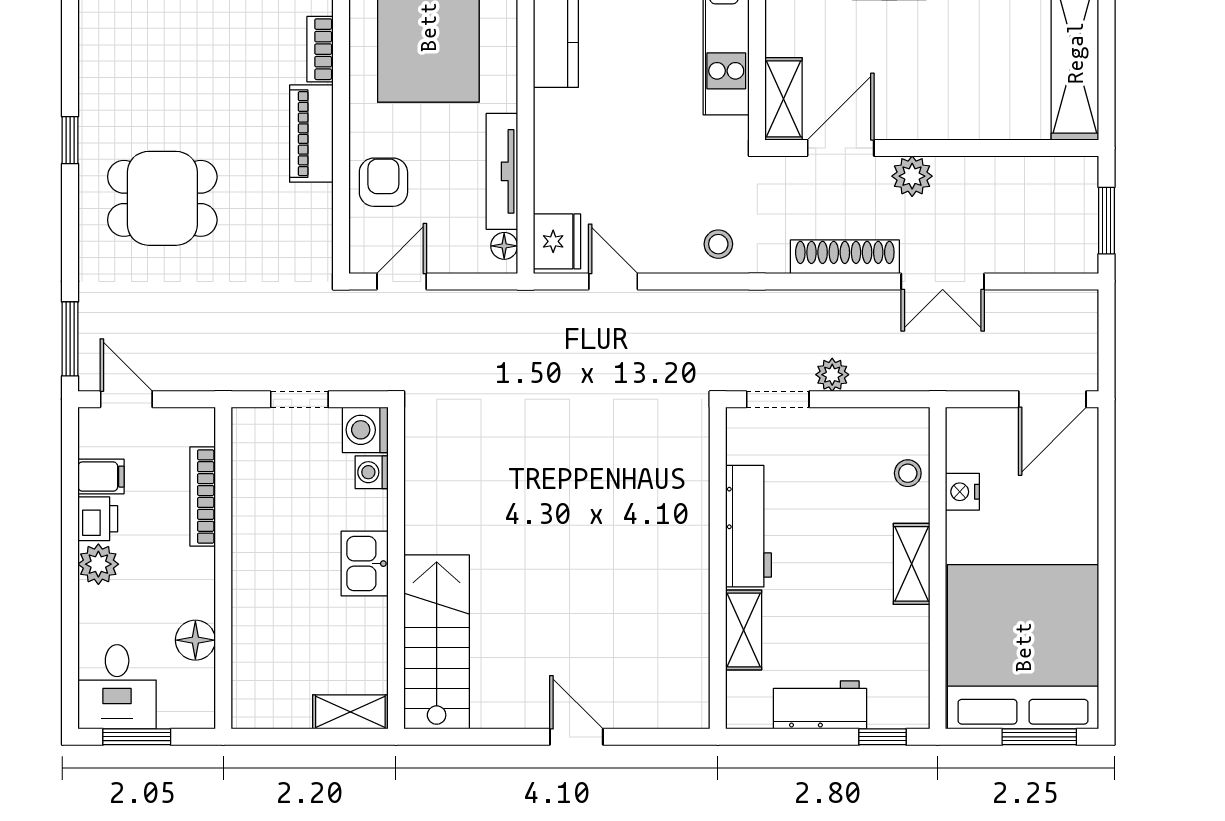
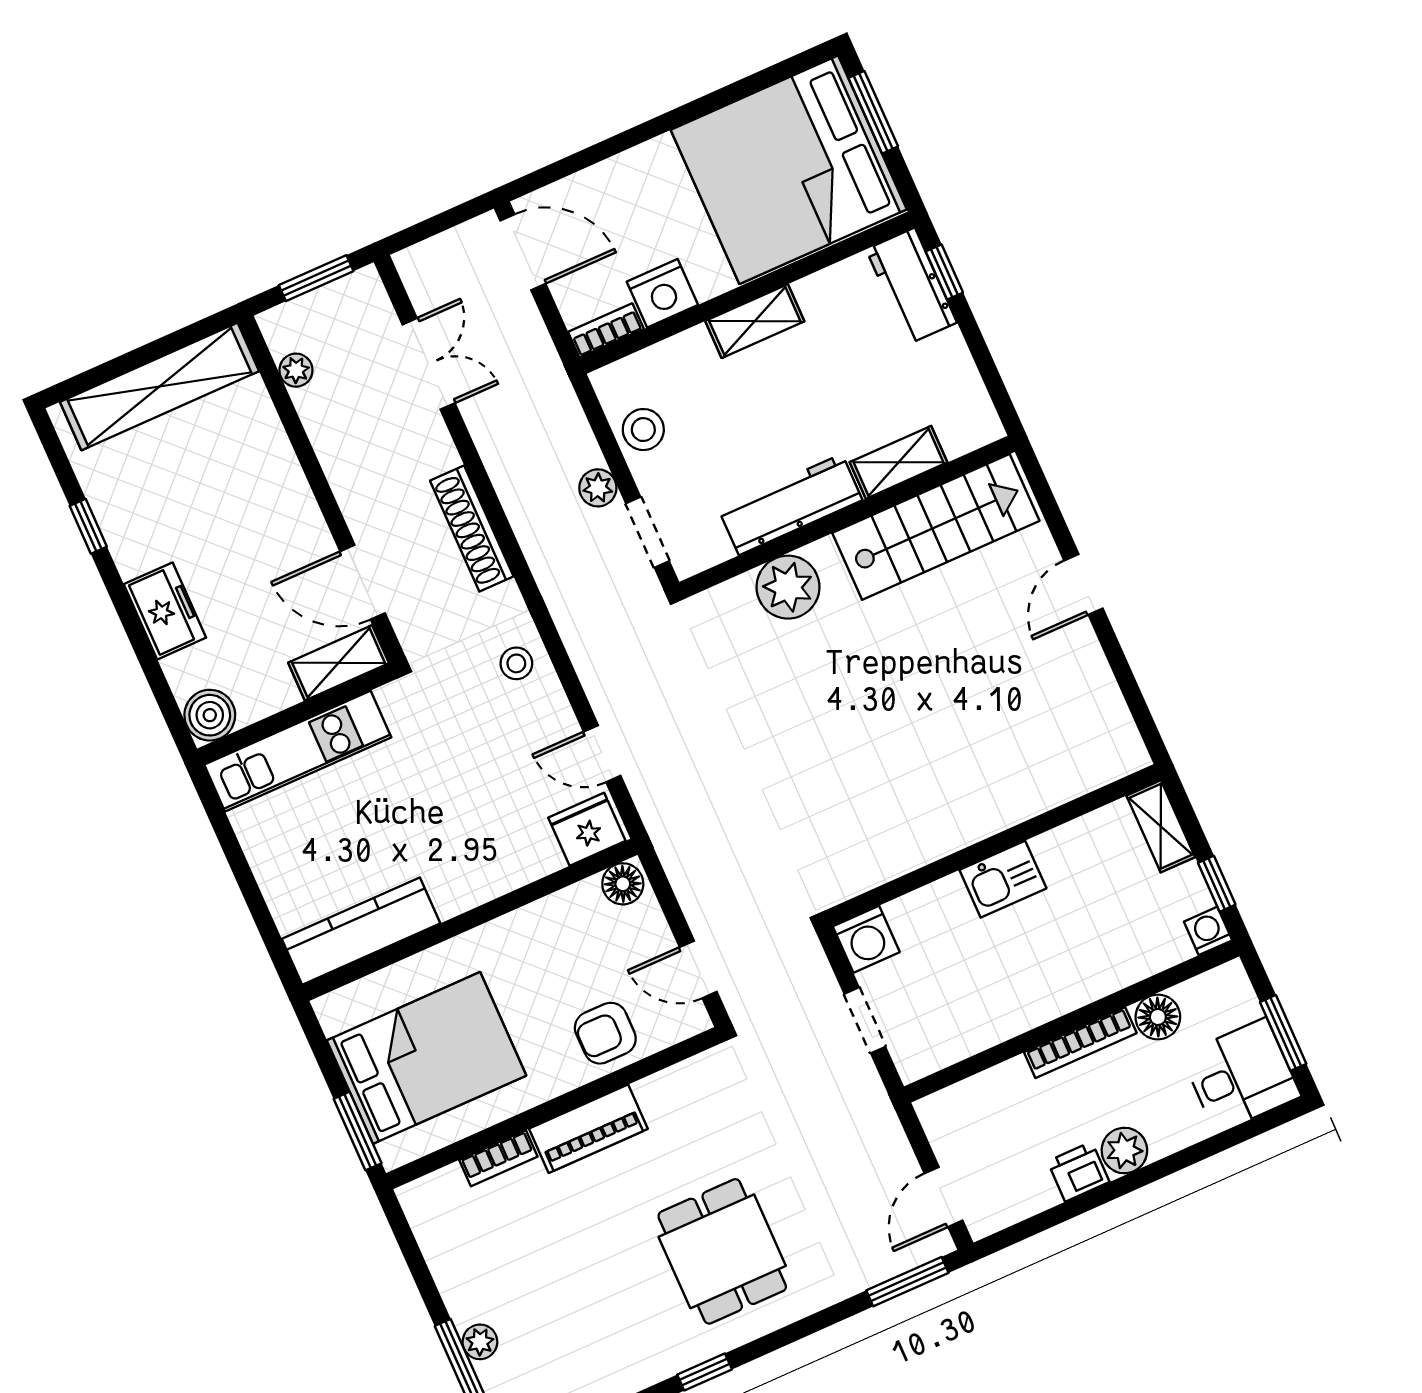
tv unit: (502, 171) -> (540, 917), removed
plant: (912, 176) -> (296, 370), moved, width x0.73, depth x0.73
floor lamp: (504, 246) -> (623, 884), width x1.37, depth x1.37
door: (613, 281) -> (602, 754), hinge flipped
double door: (943, 281) -> (429, 364), moved
bookcase: (958, 439) -> (606, 330), added
washing machine: (372, 472) -> (1208, 931), moved, turned 180
stool: (908, 473) -> (643, 430), moved, width x1.37, depth x1.37
filing cabinet: (101, 477) -> (1034, 1188), removed
nightstand: (962, 492) -> (662, 293), width x1.36, depth x1.33
plant: (682, 494) -> (788, 587), added
bookcase: (203, 496) -> (1080, 1043), moved
stairs: (437, 642) -> (936, 527), moved, turned 180
workbench: (820, 705) -> (912, 286), moved
window: (283, 737) -> (1217, 884), added

